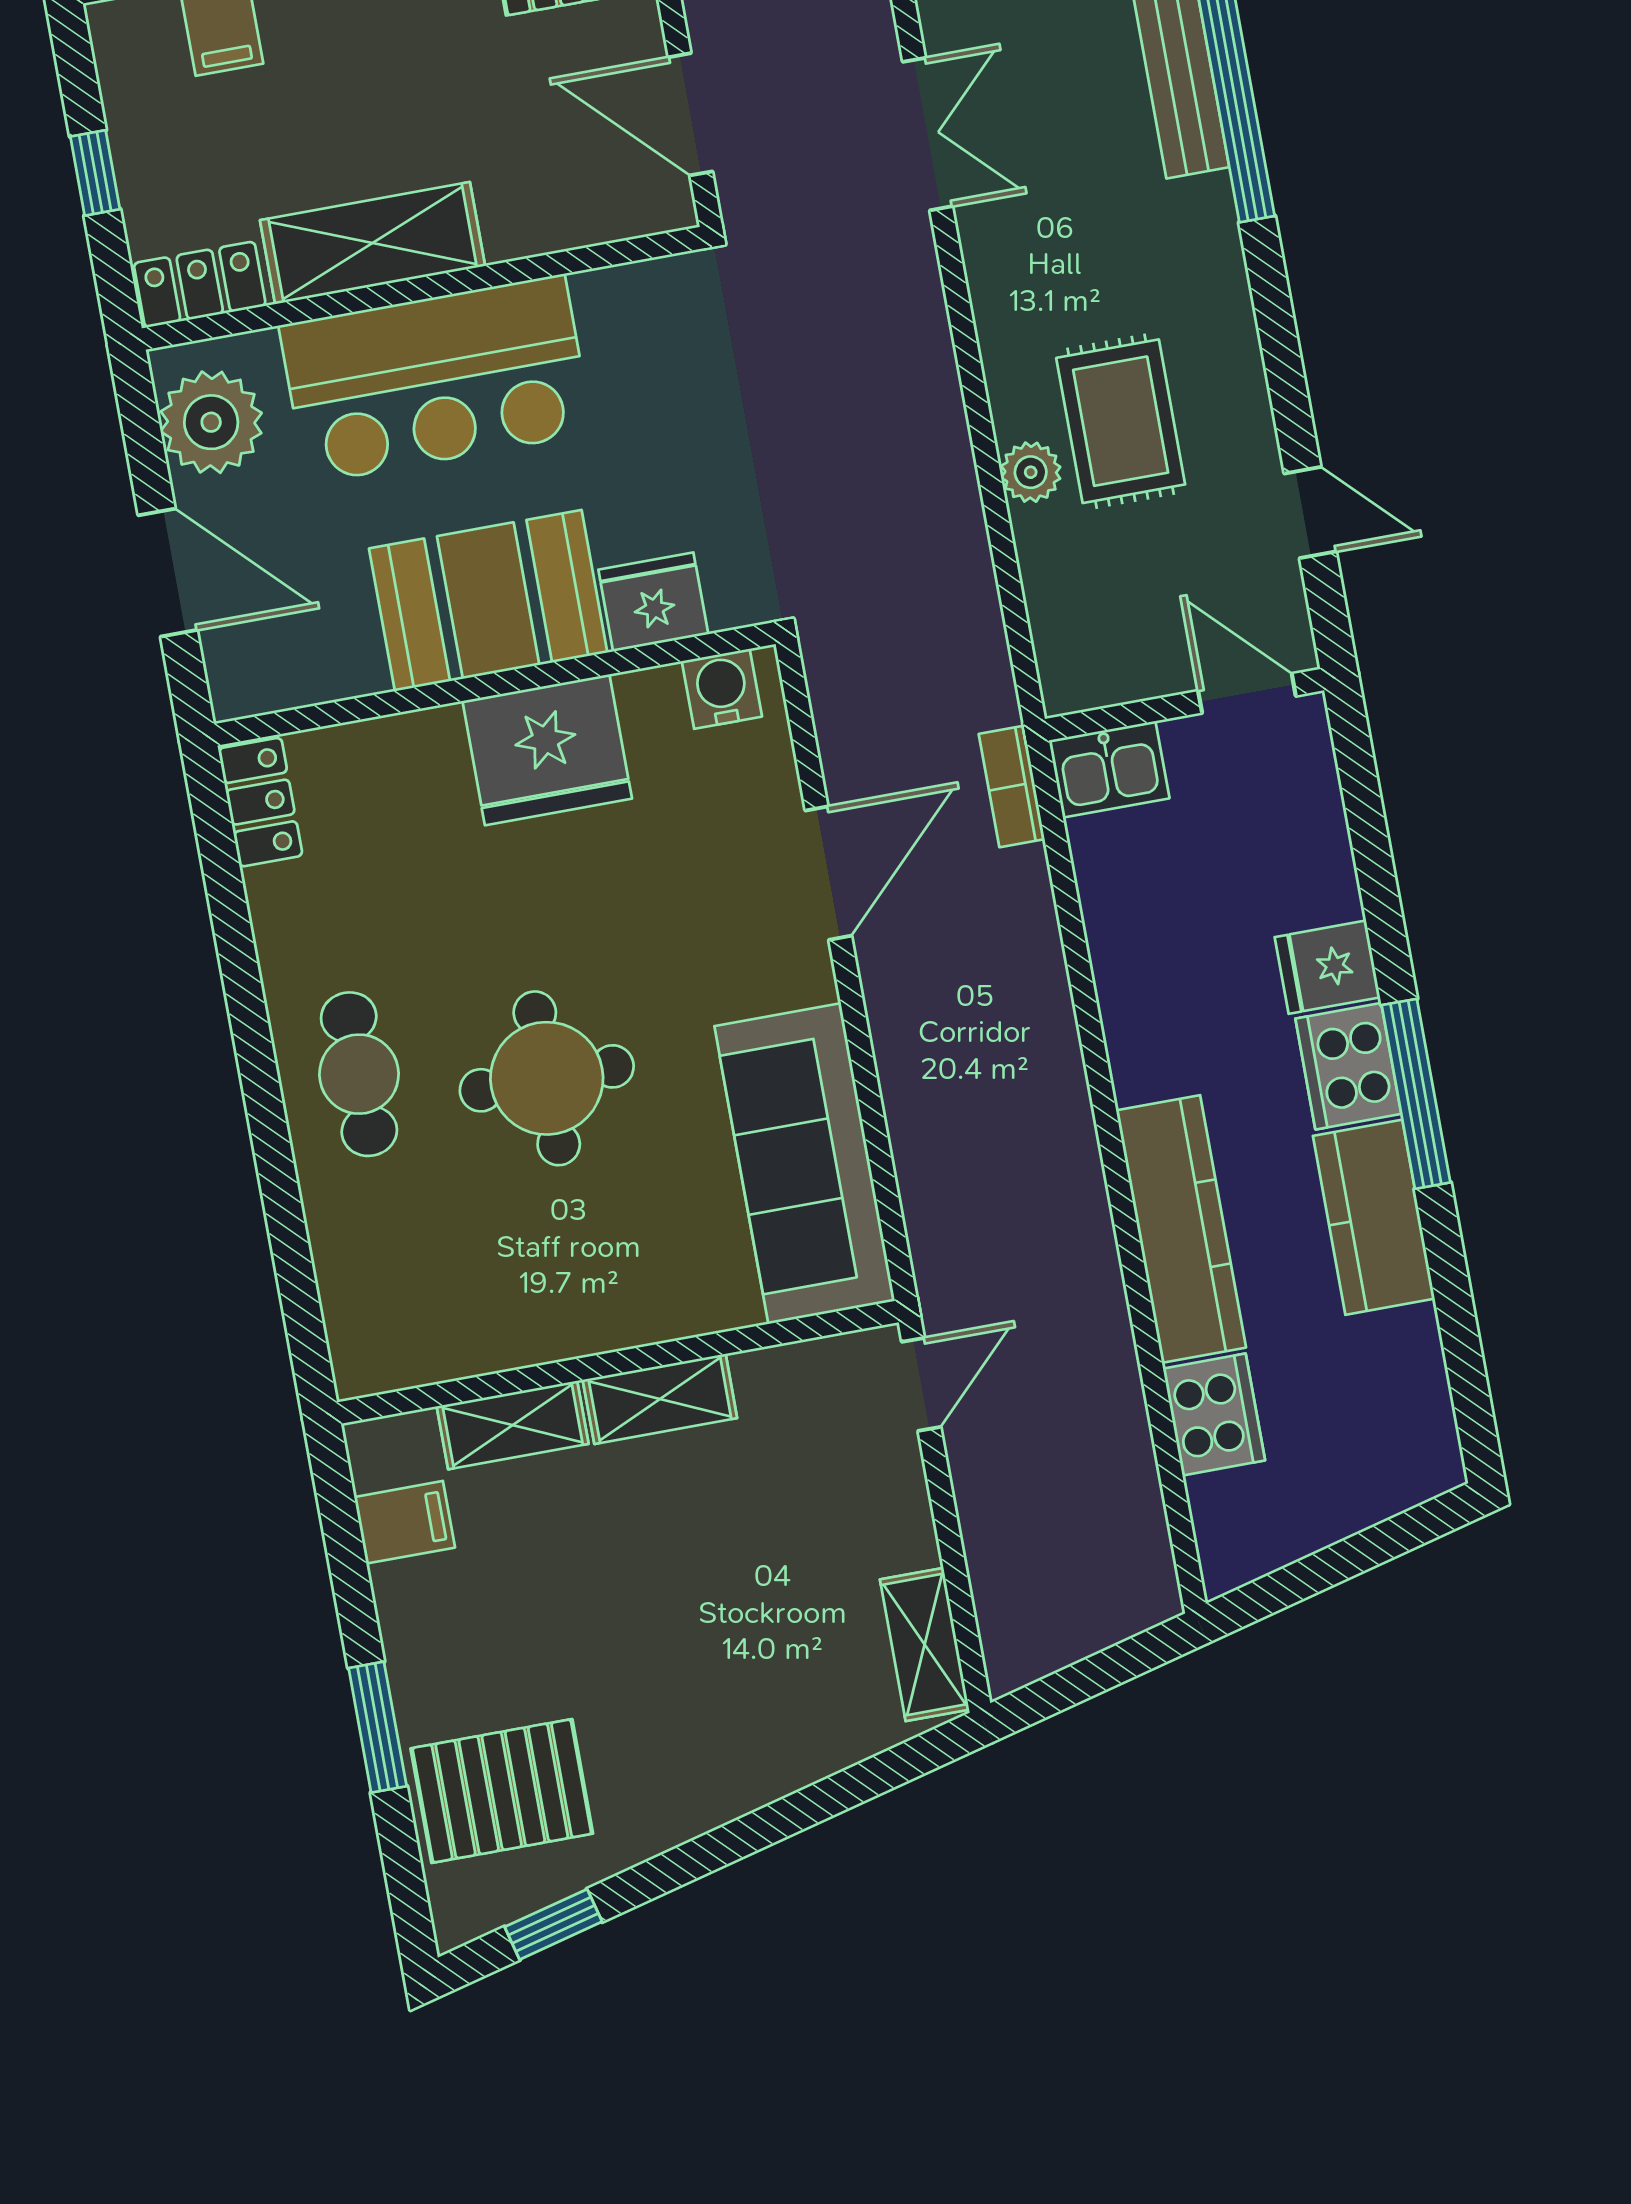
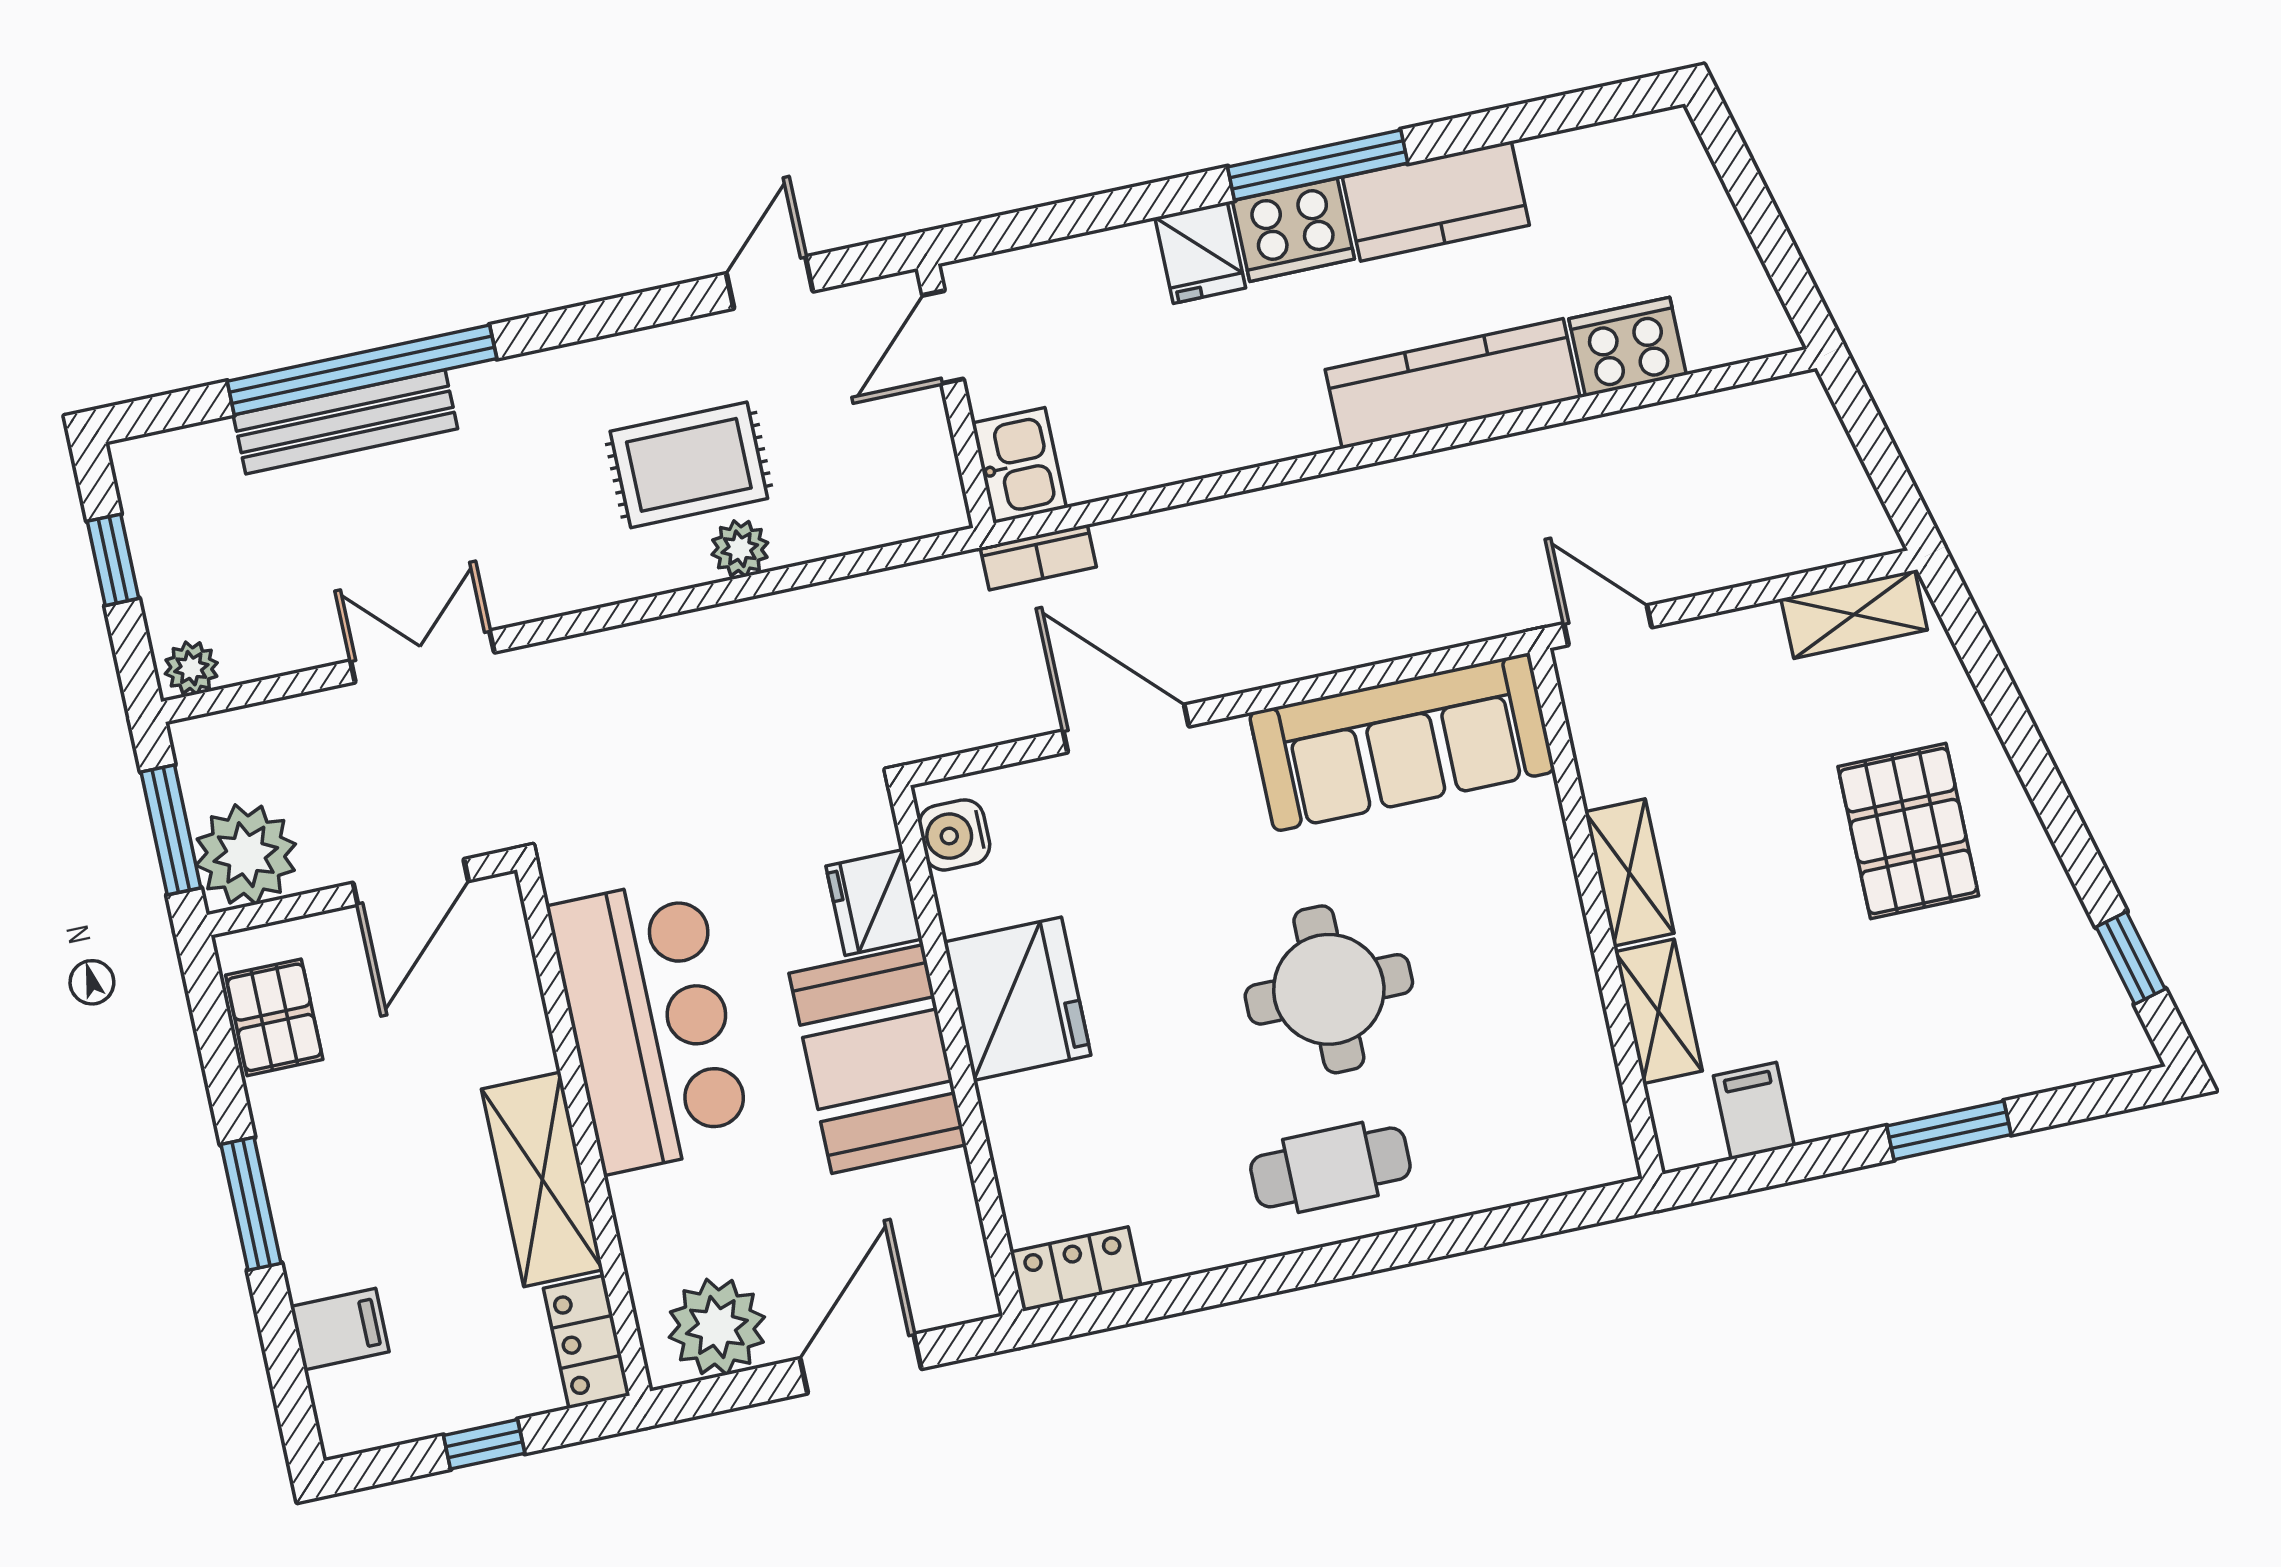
bar counter: (436, 379) -> (650, 1025), moved
pallet: (502, 1791) -> (1908, 831), moved

